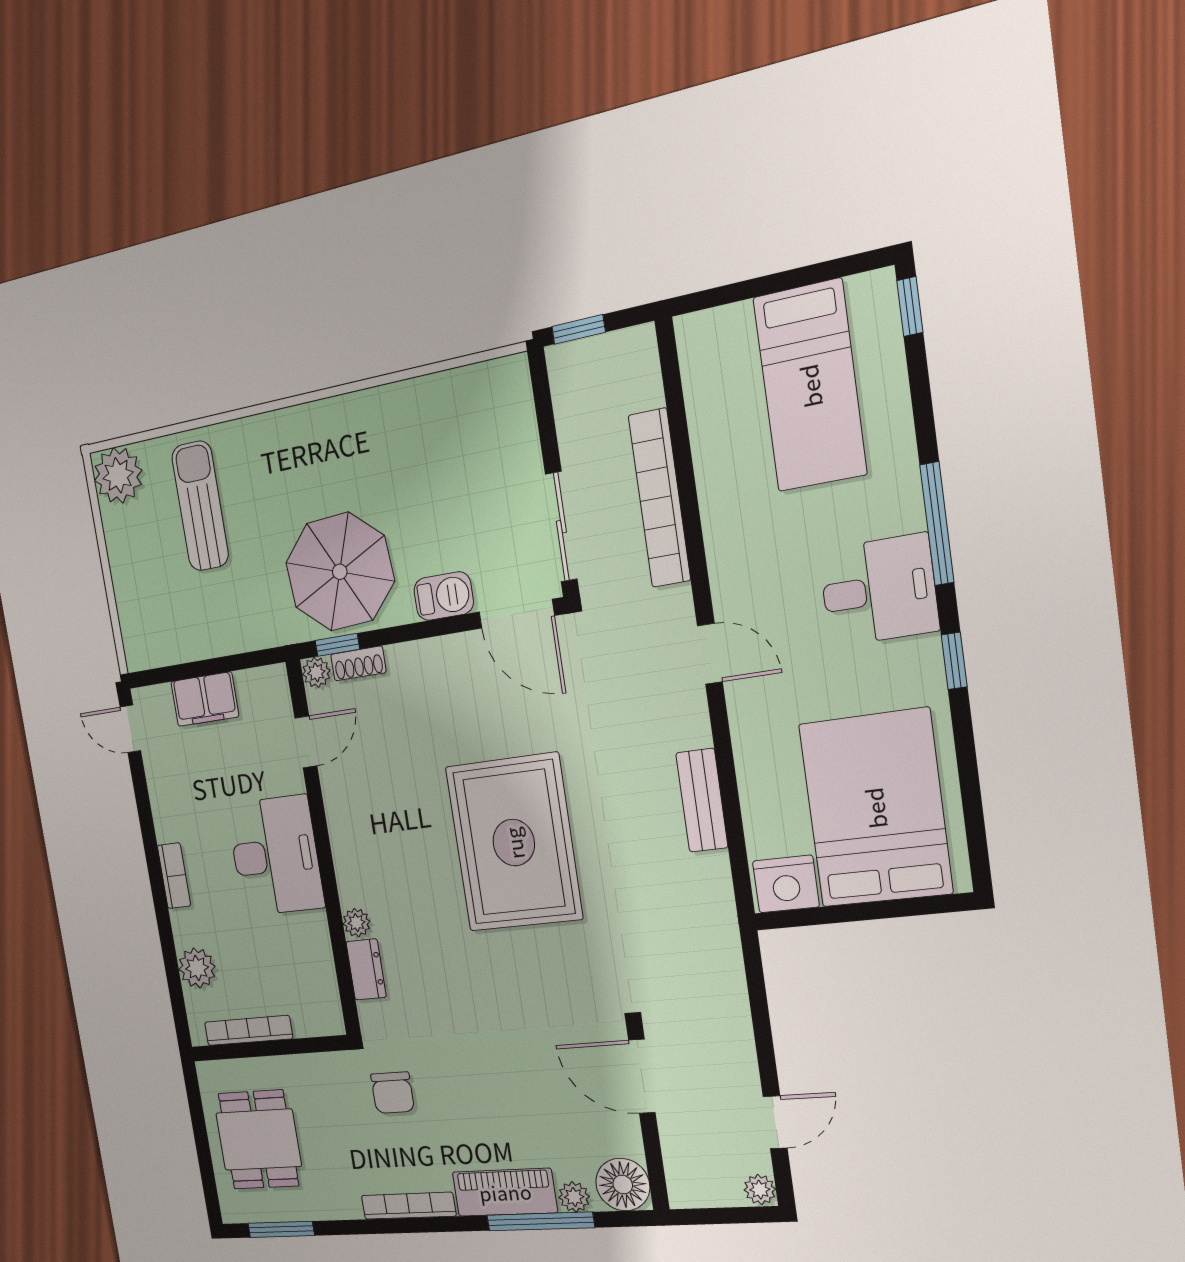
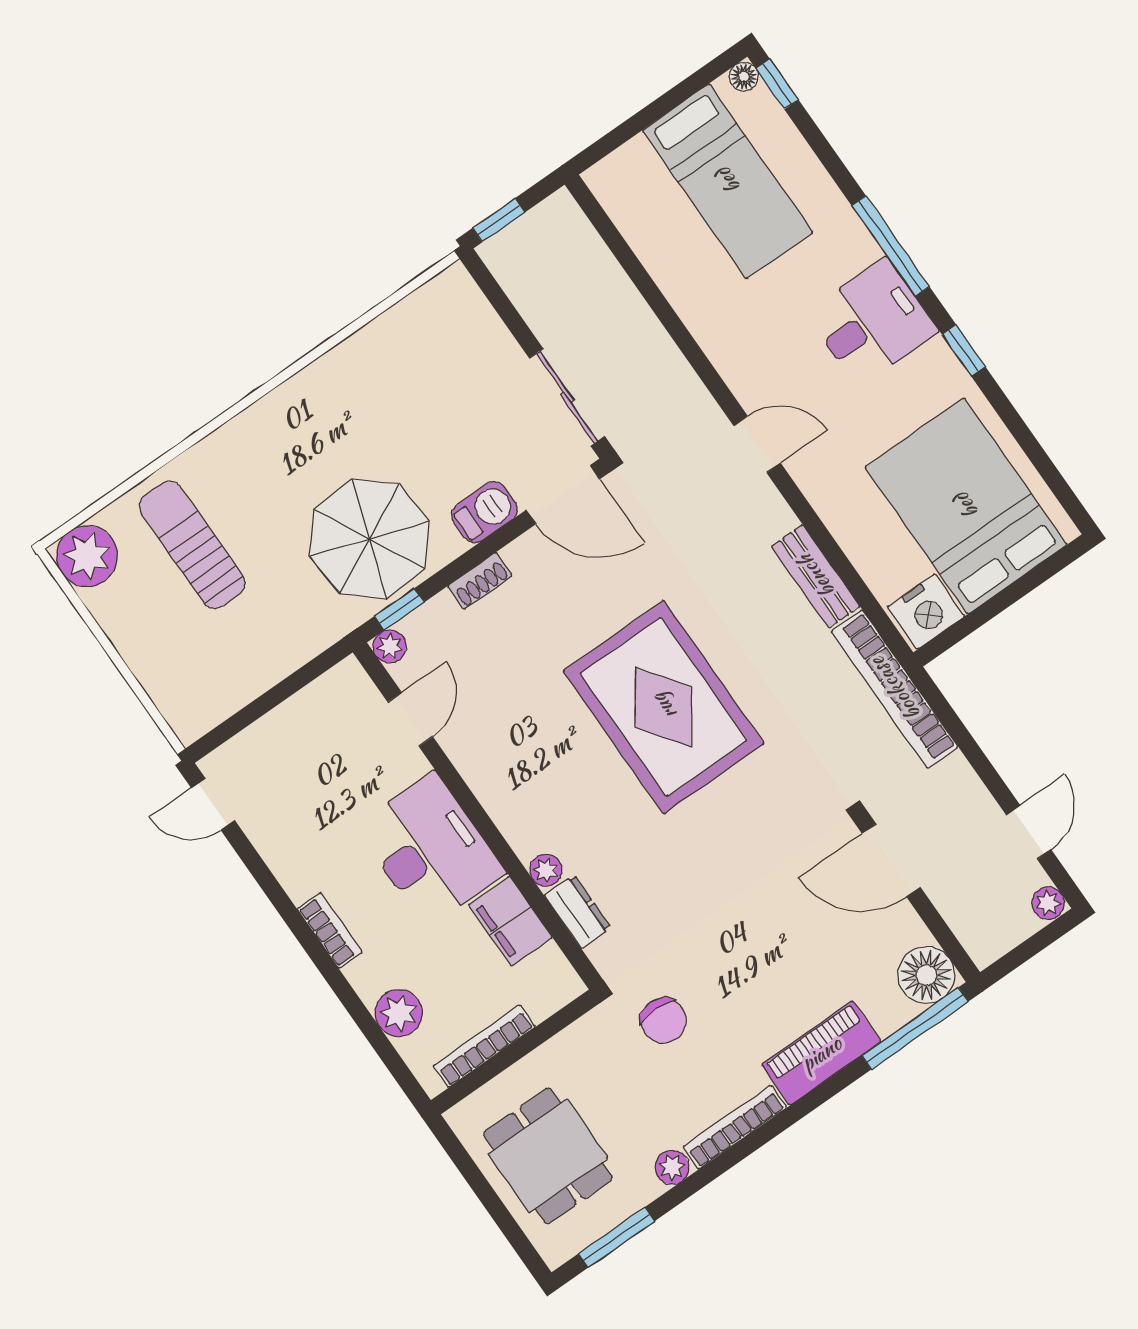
floor lamp: (880, 284) -> (744, 77), added
bookcase: (659, 498) -> (895, 689), moved
shoe rack: (358, 663) -> (480, 581), moved
filing cabinet: (205, 699) -> (510, 921), moved, turned 90
plant: (574, 1197) -> (672, 1167), moved
window: (540, 1221) -> (915, 1028), moved

